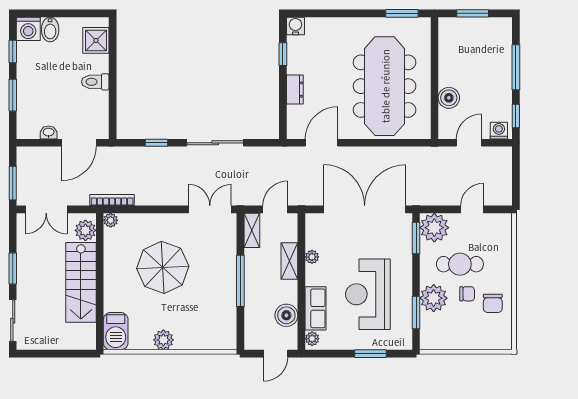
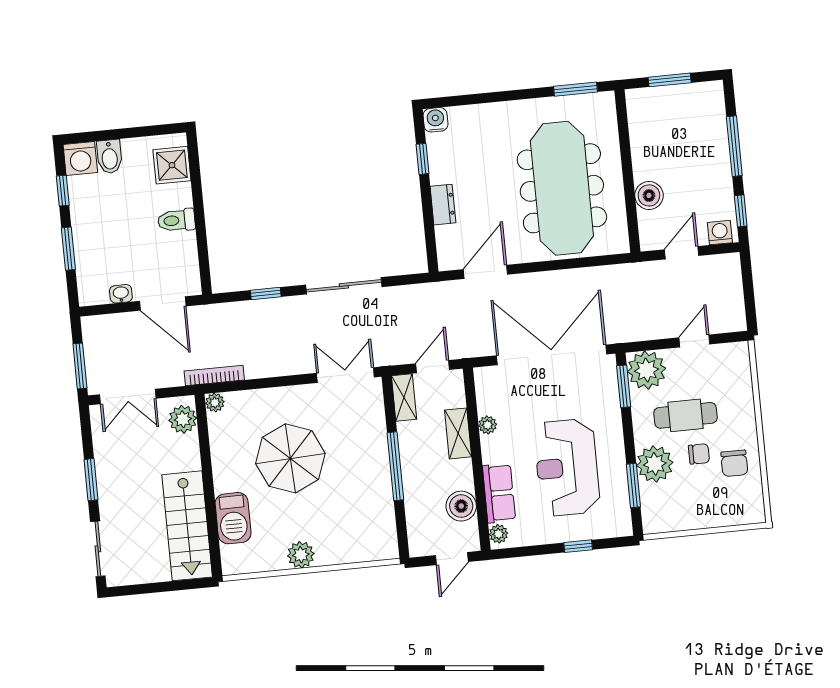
door: (79, 143) -> (163, 304), hinge flipped
stairs: (81, 282) -> (187, 526), moved
barbecue: (116, 331) -> (233, 518), moved
window: (371, 354) -> (578, 546), width x0.67

